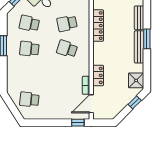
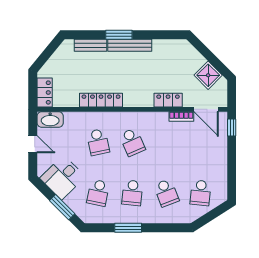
school desk: (67, 49) -> (132, 142), turned -42
school desk: (29, 74) -> (166, 193), added
shower: (136, 80) -> (208, 75), moved, turned 45
window: (135, 102) -> (204, 51), removed

